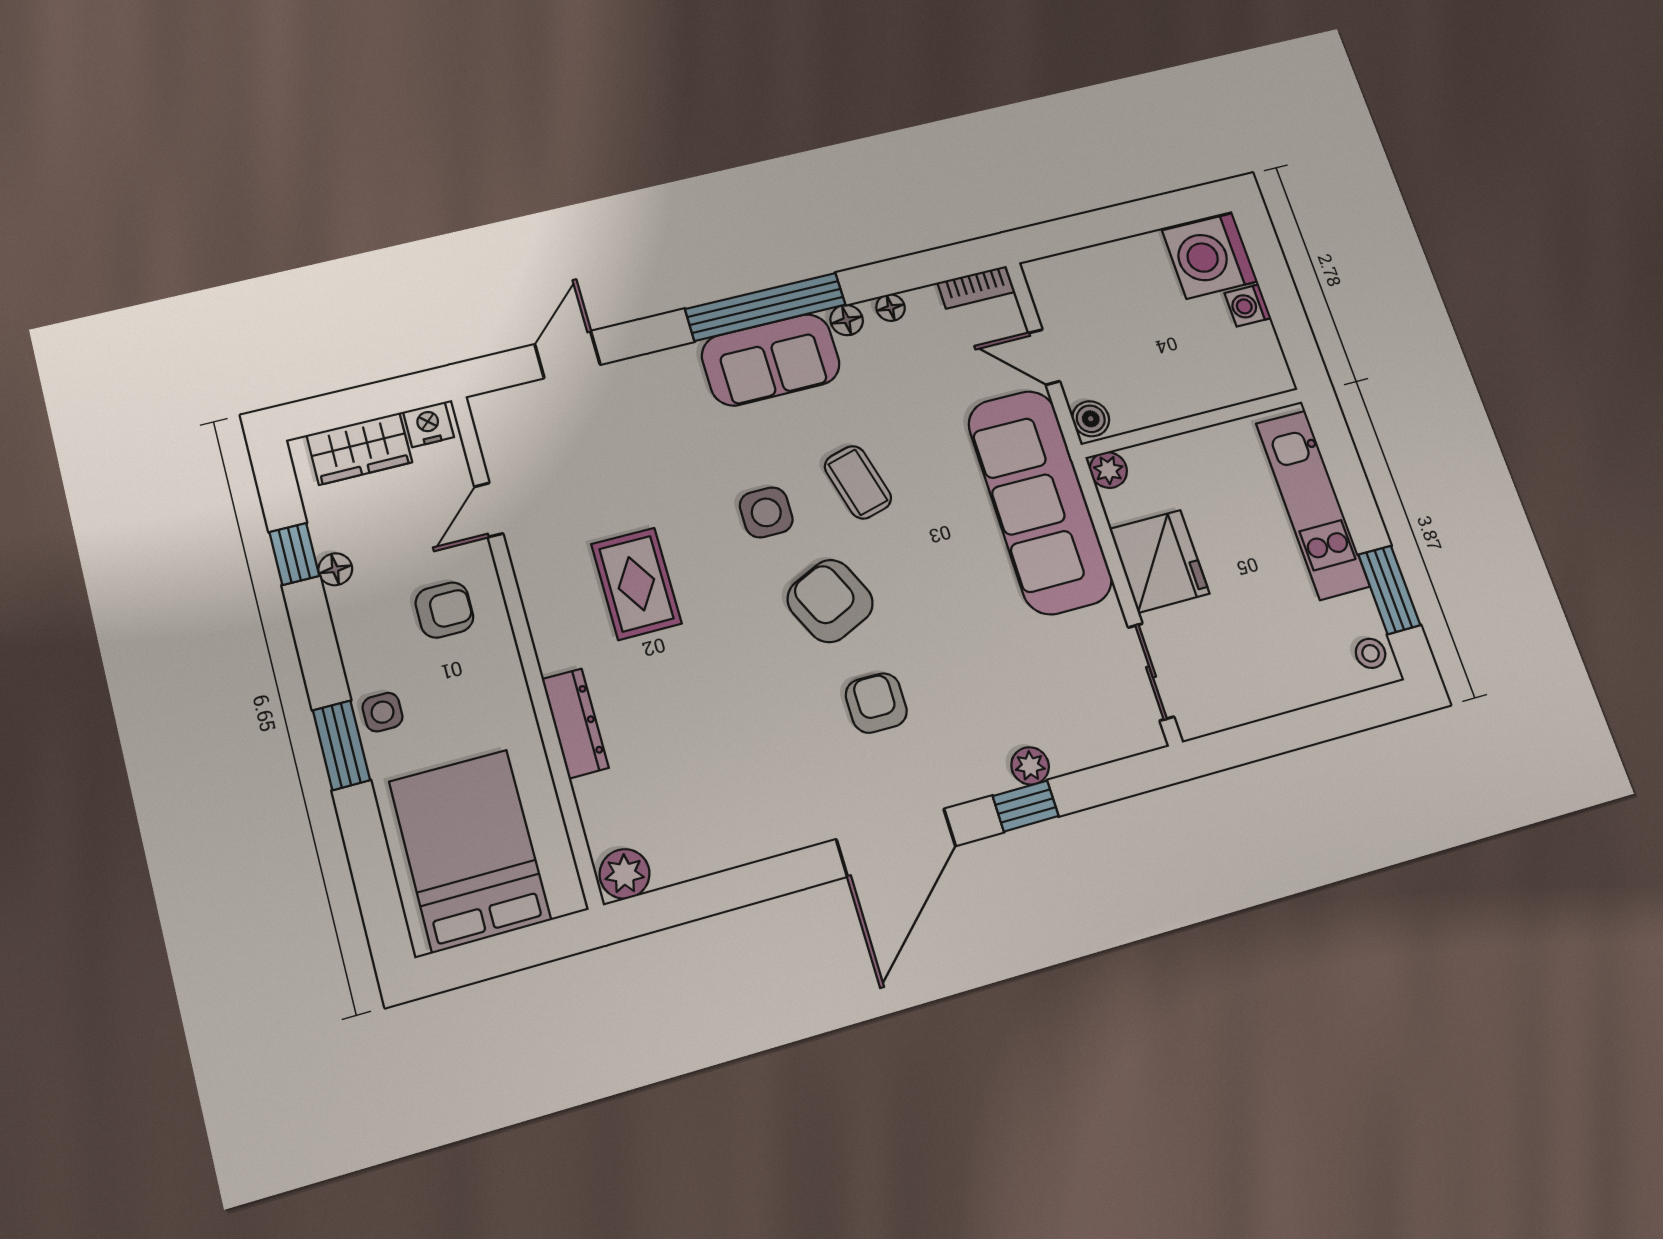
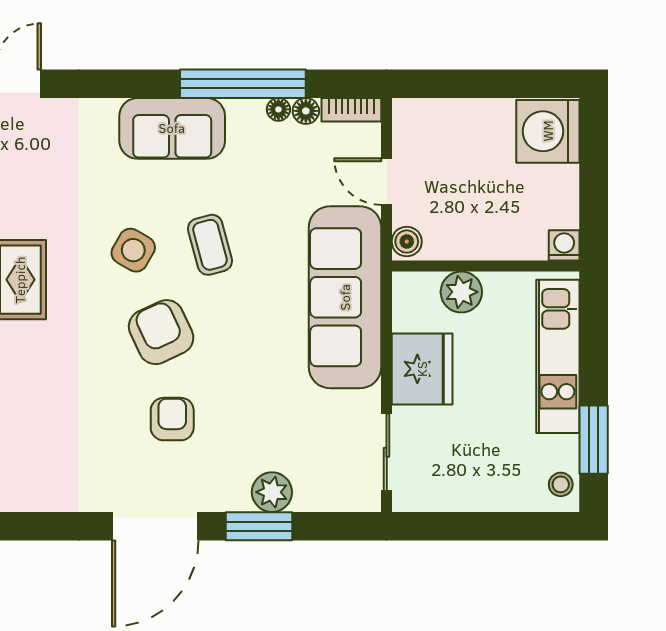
washing machine: (1248, 306) -> (564, 245), moved, turned 90
window: (765, 307) -> (243, 84), moved
floor lamp: (847, 320) -> (306, 111), moved
plant: (1108, 470) -> (461, 292), moved, width x1.38, depth x1.38
side table: (766, 512) -> (133, 250), turned 30
plant: (1030, 766) -> (272, 492), width x1.38, depth x1.38
window: (1026, 806) -> (259, 526), width x1.50

